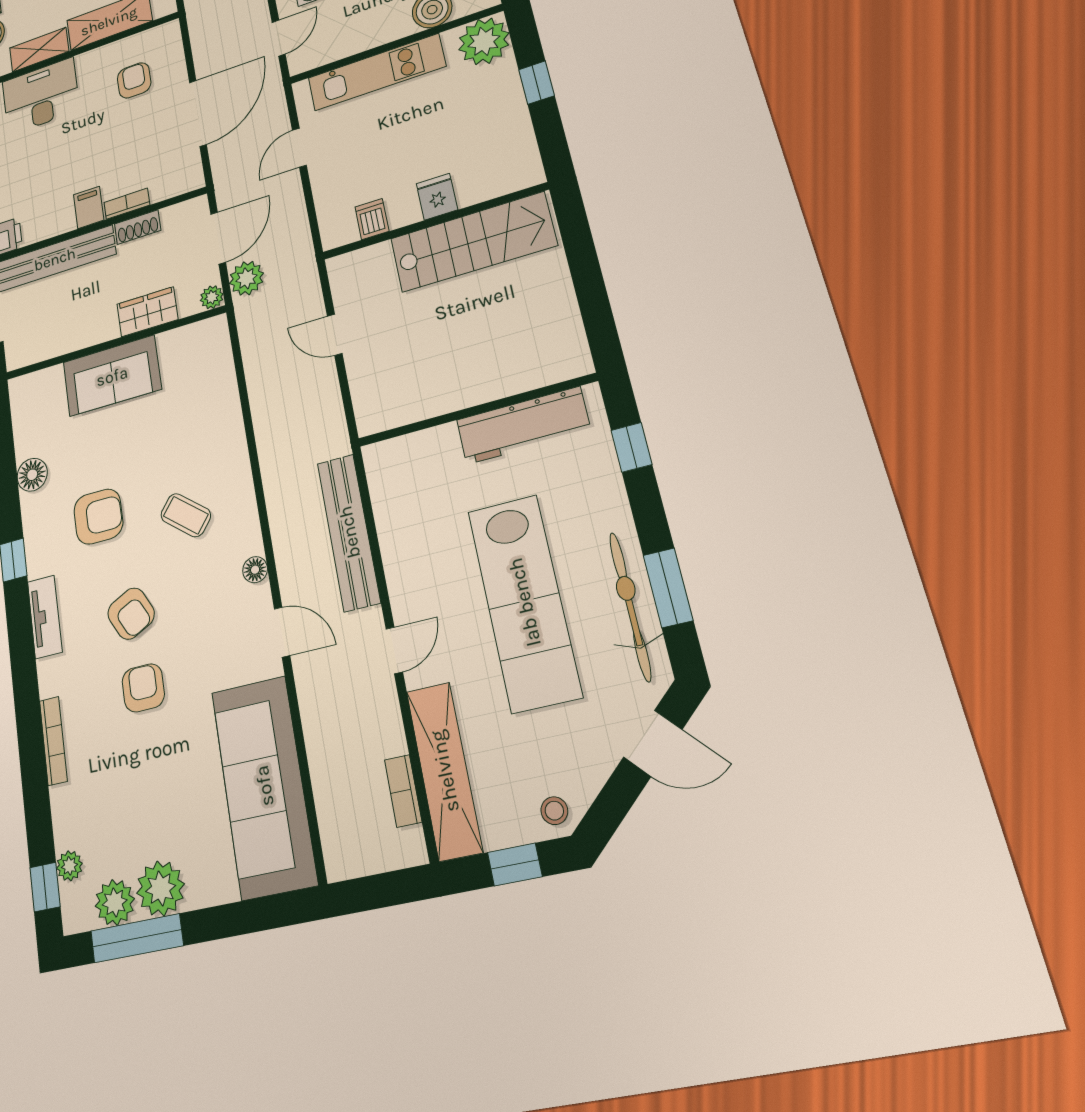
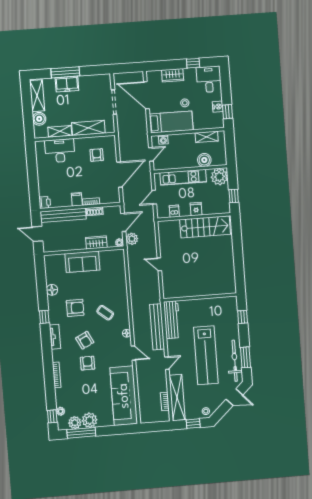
fridge: (437, 197) -> (196, 209), moved
dishwasher: (372, 219) -> (174, 211), moved
wall: (434, 221) -> (194, 217), moved
stairs: (473, 242) -> (205, 227), moved
workbench: (523, 426) -> (172, 320), moved, turned -90

